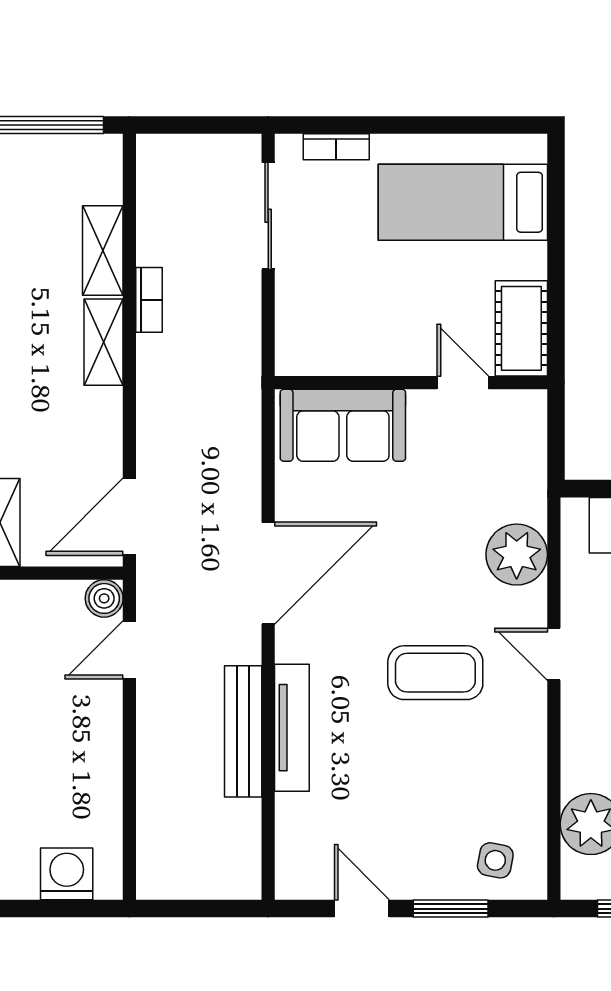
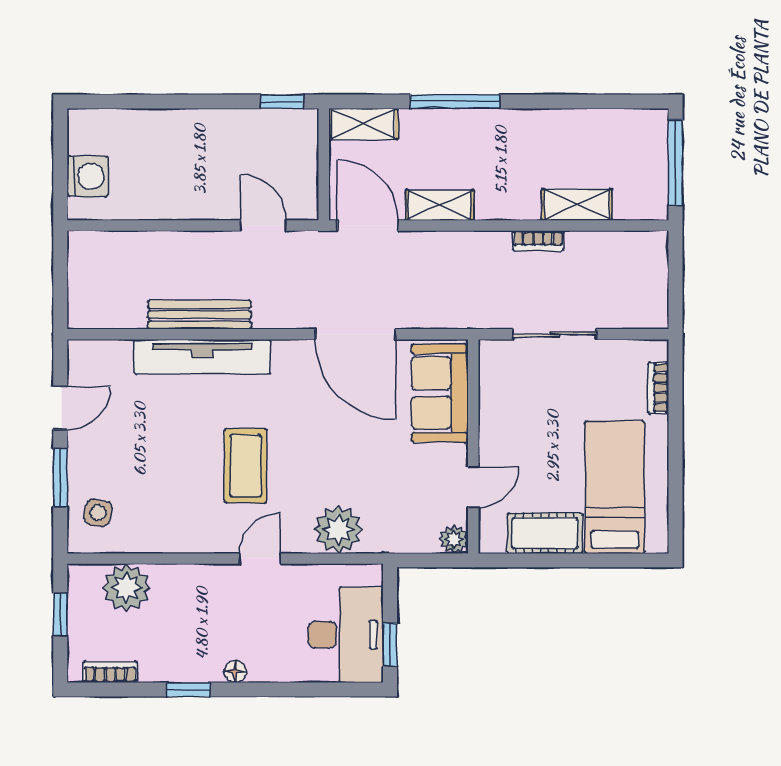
sliding door: (268, 216) -> (555, 334), moved
cot: (521, 328) -> (545, 533), moved
shelving: (104, 342) -> (440, 205), moved
plant: (529, 407) -> (454, 539), added
door: (268, 573) -> (355, 334), moved
boiler: (104, 598) -> (304, 206), removed
tv unit: (292, 728) -> (202, 357), width x1.36, depth x1.29

